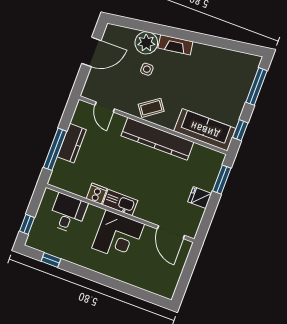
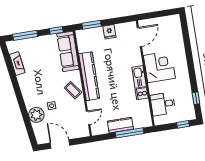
fireplace: (175, 45) -> (17, 63), moved

